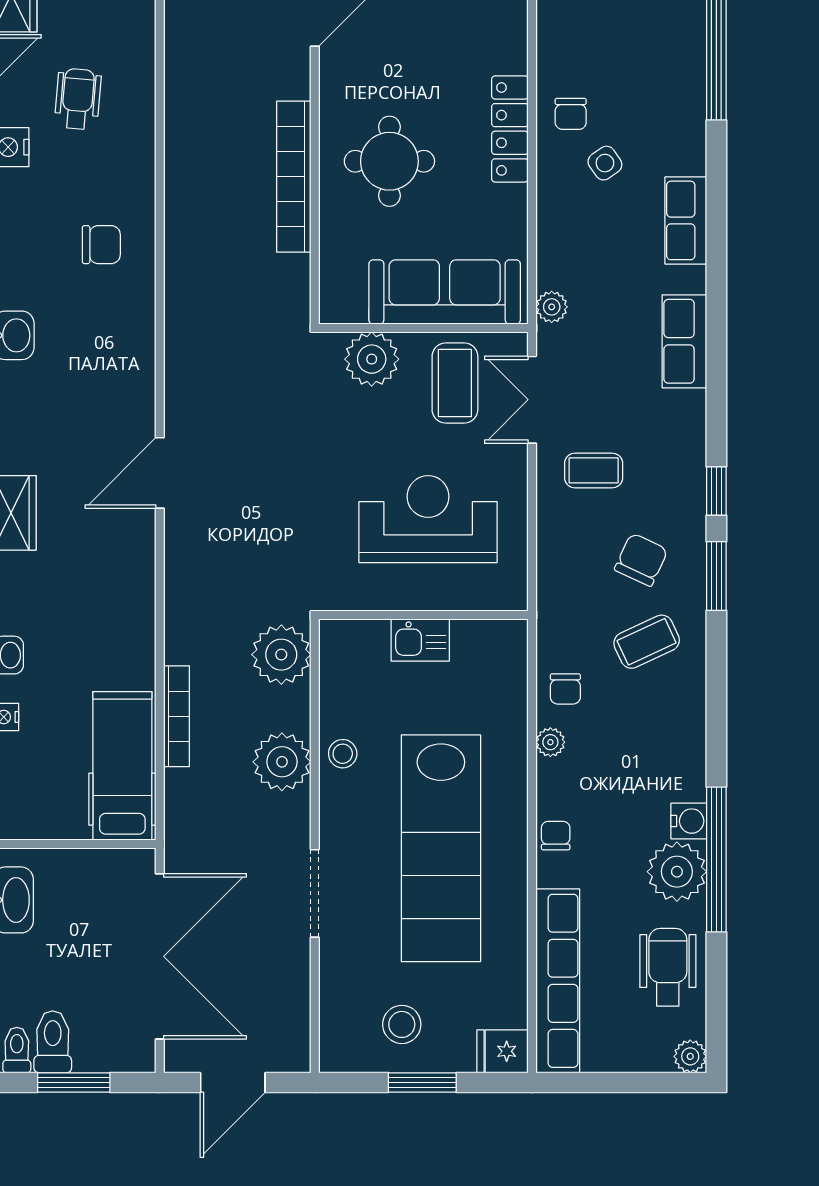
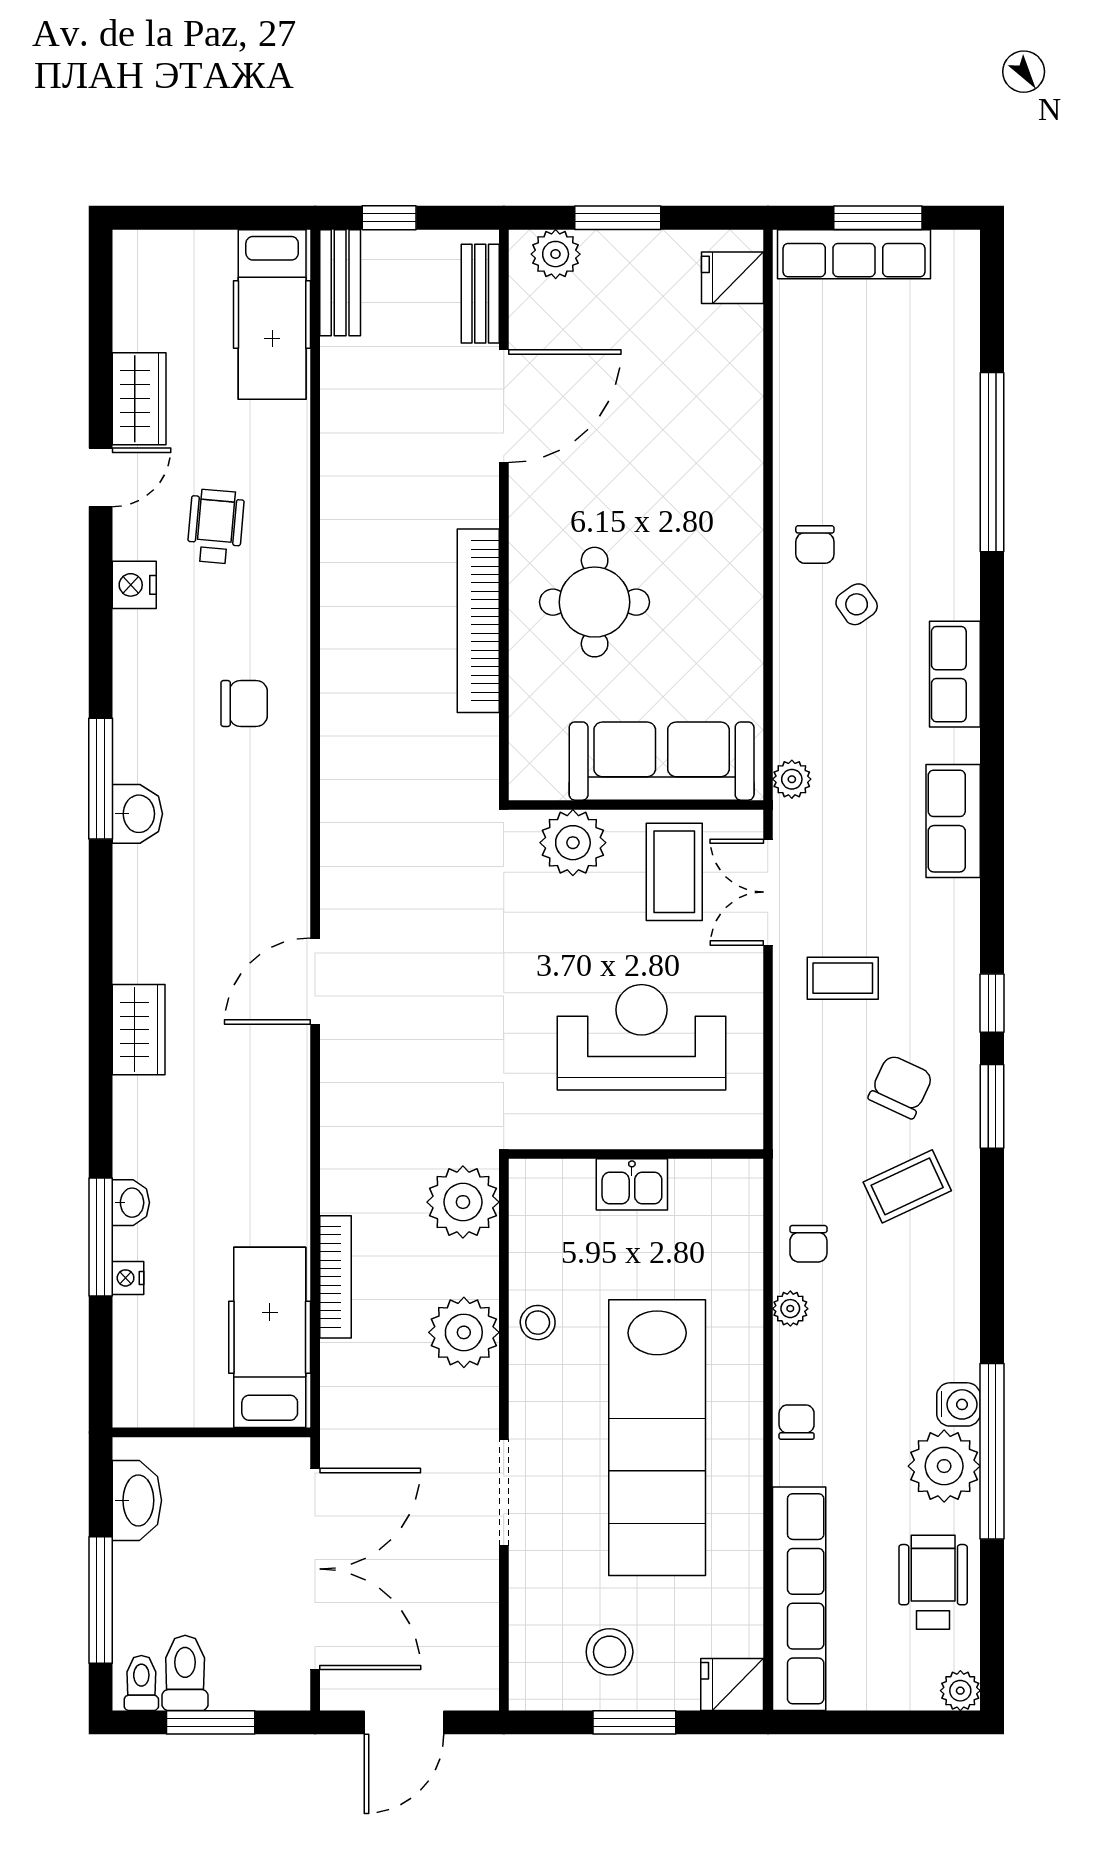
locker: (510, 129) -> (741, 563), removed

